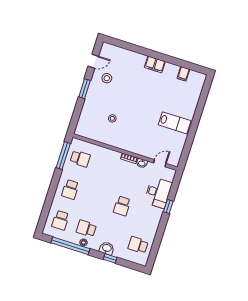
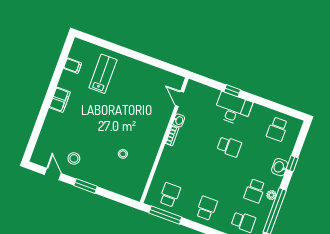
lab bench: (175, 123) -> (103, 74), moved
school desk: (70, 189) -> (207, 208), turned -90
desk: (158, 193) -> (233, 109), moved

